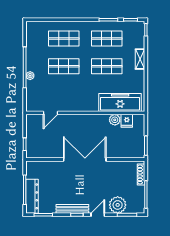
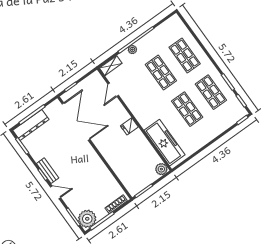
shelving: (140, 59) -> (111, 66), moved
door: (51, 113) -> (113, 90), hinge flipped
plant: (115, 120) -> (161, 169), moved
fridge: (127, 121) -> (129, 126), moved
double door: (85, 160) -> (76, 122), moved
plant: (118, 205) -> (87, 219), moved
bench: (72, 209) -> (48, 171), width x0.73

